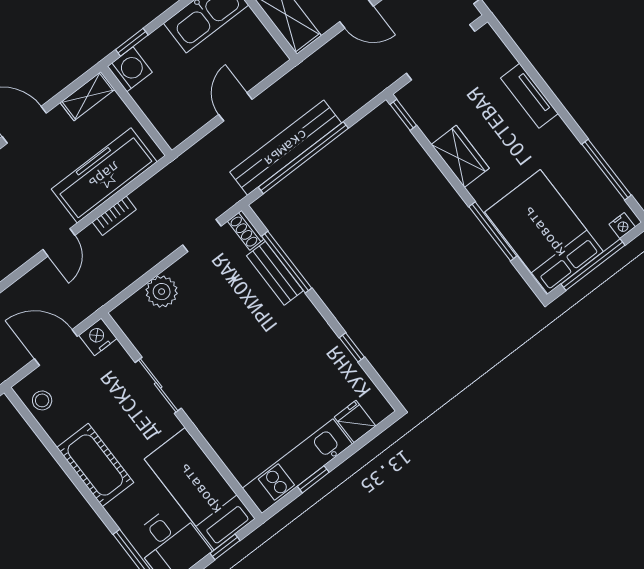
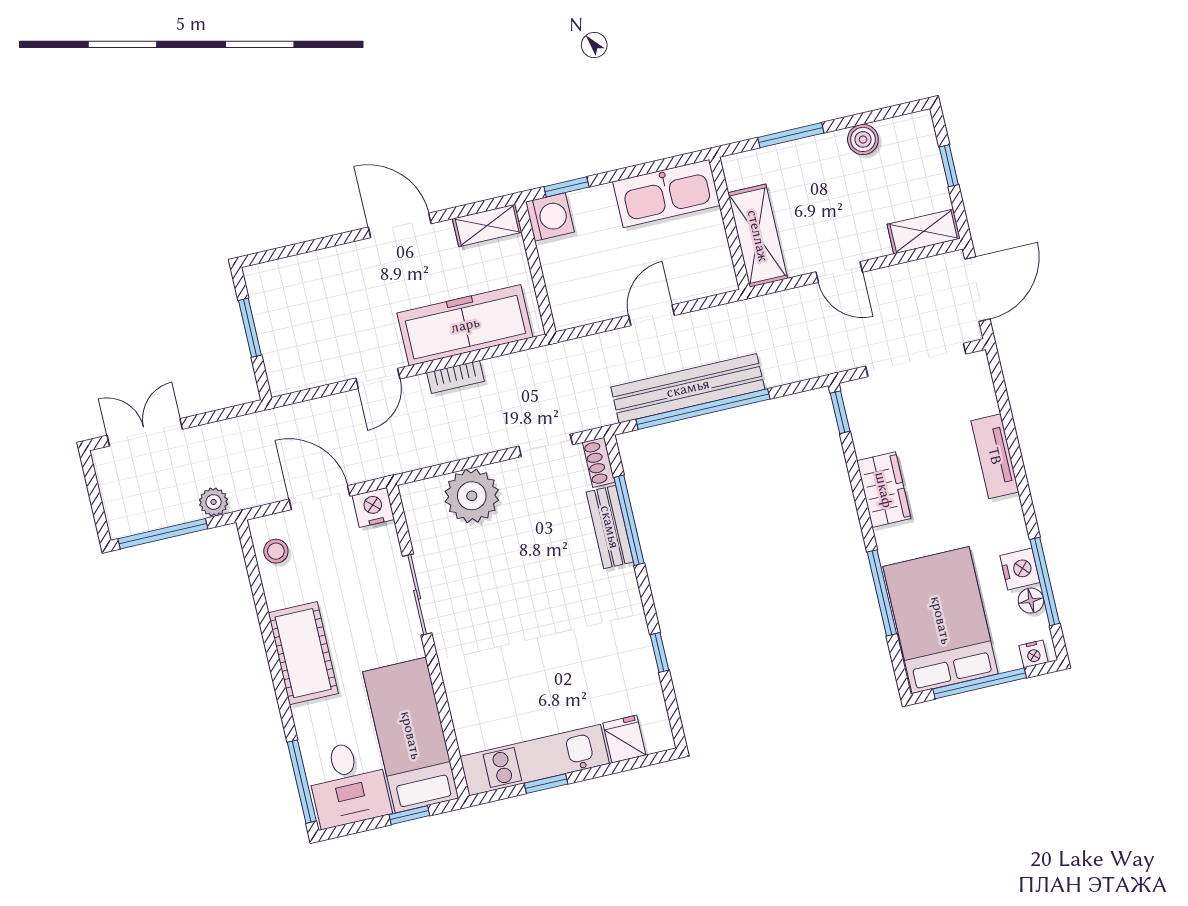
nightstand: (584, 169) -> (1020, 569), added
floor lamp: (603, 188) -> (1031, 601), added
plant: (162, 292) -> (472, 496), width x1.36, depth x1.36

